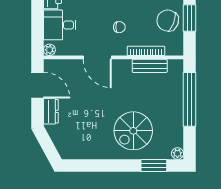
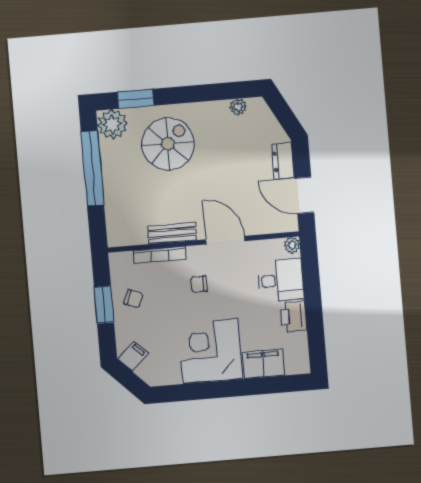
chair: (168, 21) -> (134, 299), width x0.54, depth x0.54
bench: (150, 66) -> (172, 233), moved
window: (189, 99) -> (92, 168), moved
plant: (80, 153) -> (238, 107), added
plant: (177, 153) -> (112, 124), width x1.88, depth x1.88

